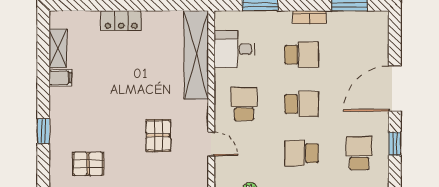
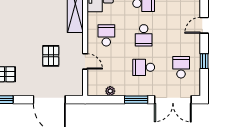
door: (395, 88) -> (204, 25), width x0.53
school desk: (302, 104) -> (144, 35), turned 90

